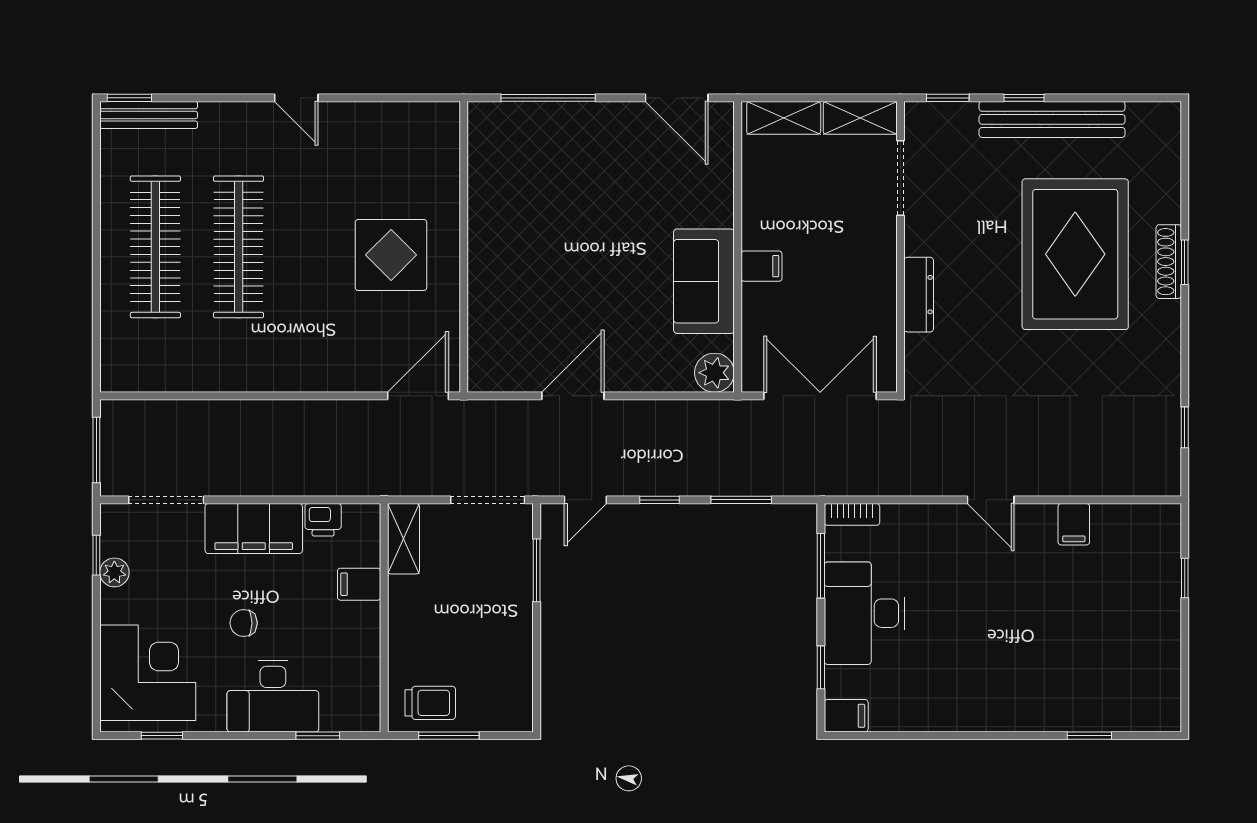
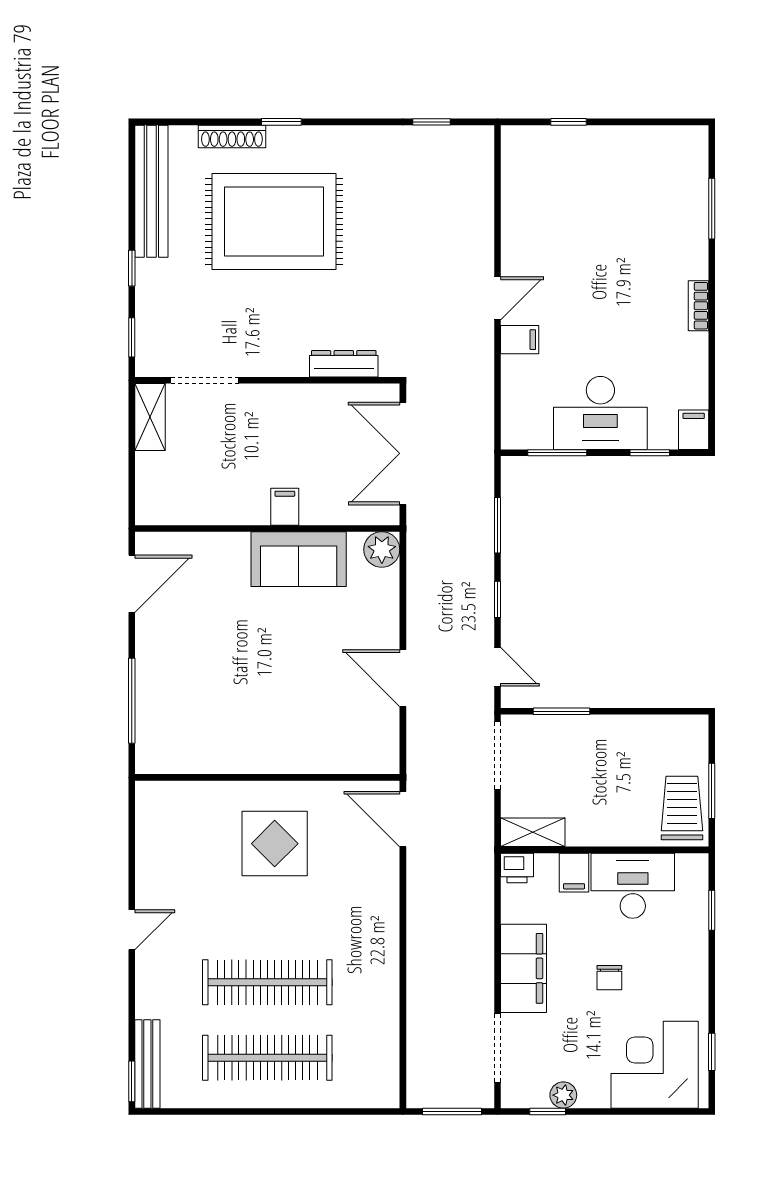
shelving: (784, 118) -> (150, 487), removed
bench: (1052, 119) -> (151, 191), moved
shoe rack: (1169, 262) -> (232, 136), moved
dresser: (919, 295) -> (344, 364), moved
bookcase: (852, 514) -> (699, 306), moved, turned 180
printer: (323, 520) -> (517, 868), moved, turned 90
filing cabinet: (1074, 524) -> (520, 340), moved
desk: (273, 696) -> (633, 886), moved, turned -90
trolley: (430, 703) -> (682, 808), width x1.36, depth x1.39
window: (1089, 736) -> (712, 209), width x1.50

